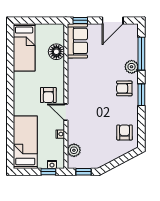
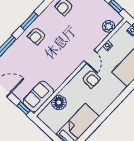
plant: (132, 67) -> (19, 46), removed
armchair: (124, 88) -> (37, 36), turned 90
armchair: (48, 95) -> (91, 79), turned 90

